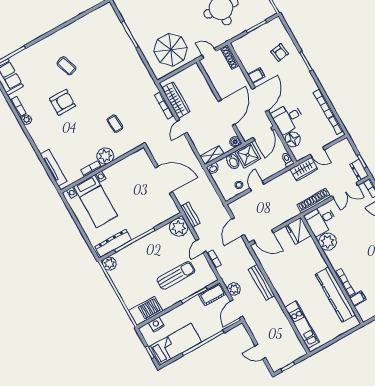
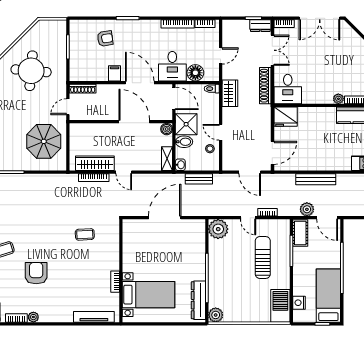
plant: (105, 156) -> (110, 261), removed
wardrobe: (304, 169) -> (230, 93), moved
bench: (191, 215) -> (199, 179), moved
plant: (328, 242) -> (338, 99), moved, width x0.53, depth x0.53

